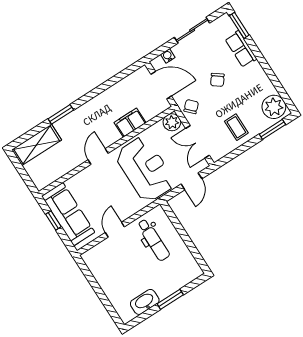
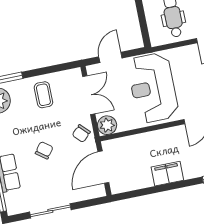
water cooler: (168, 56) -> (85, 194), removed
door: (161, 85) -> (103, 167), hinge flipped
filing cabinet: (130, 123) -> (167, 174), moved, turned 180

